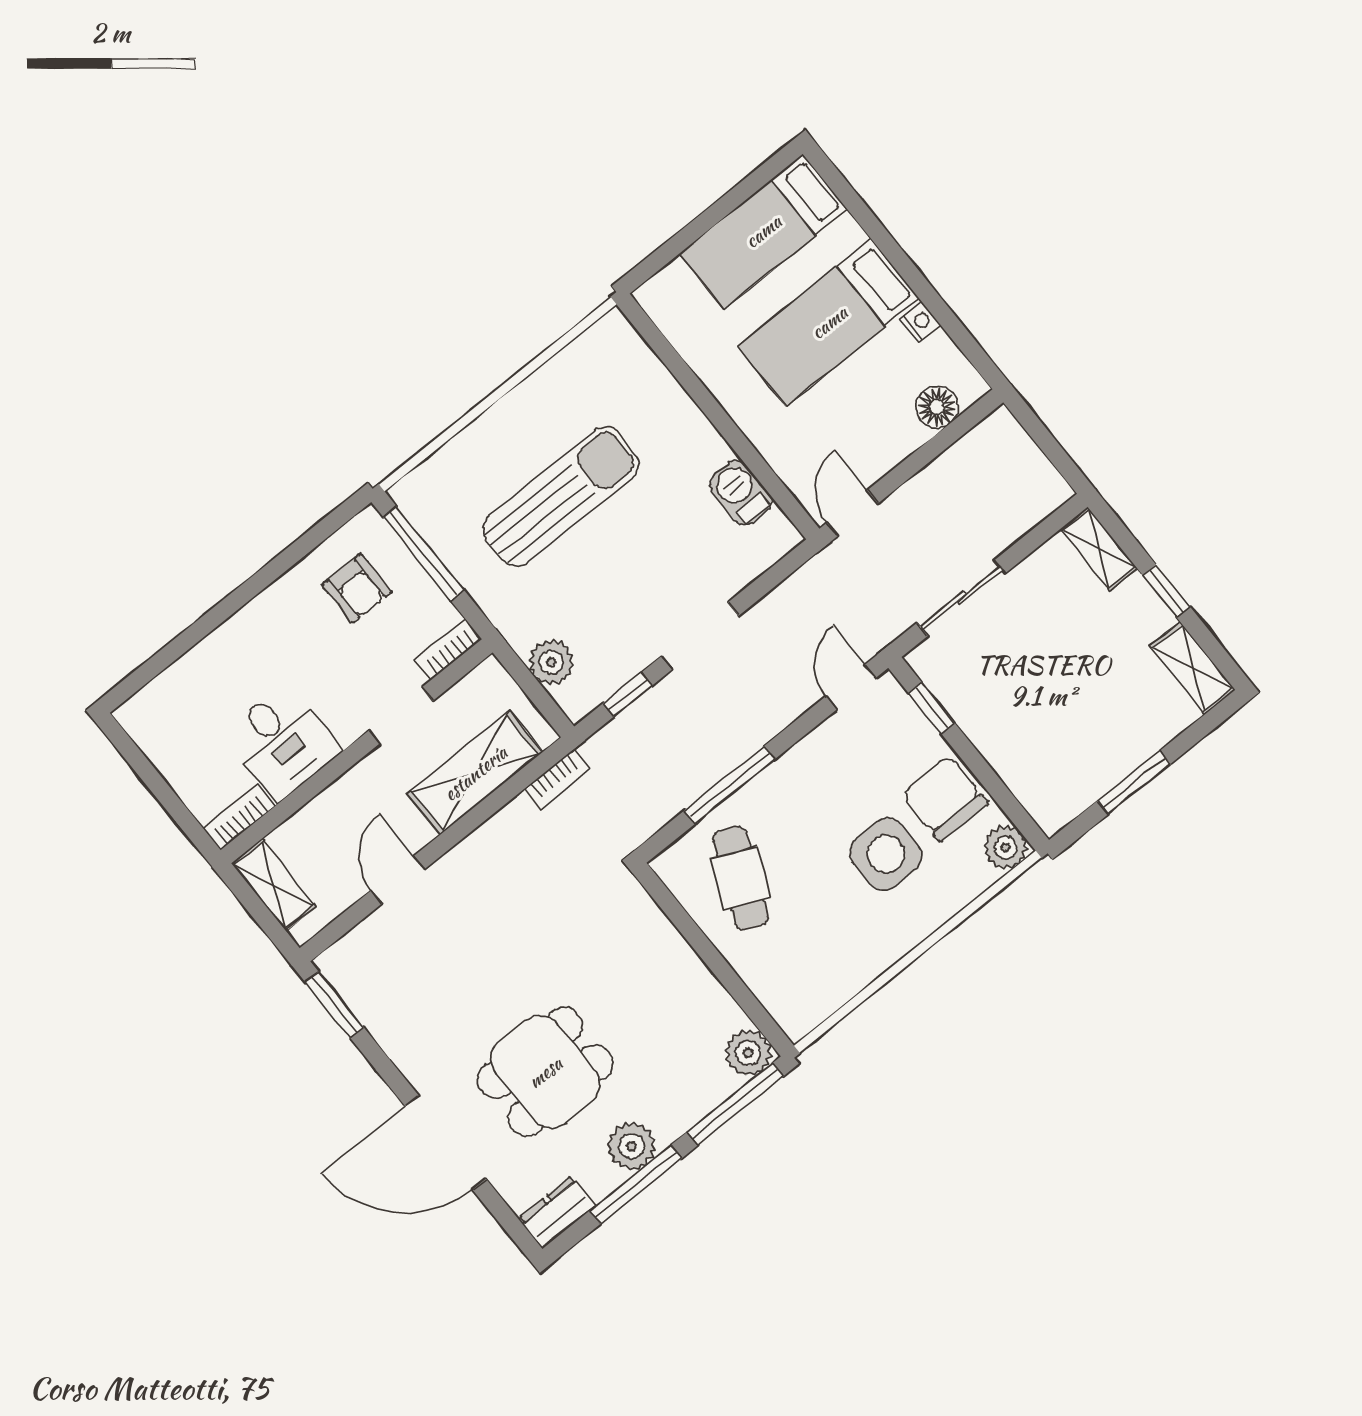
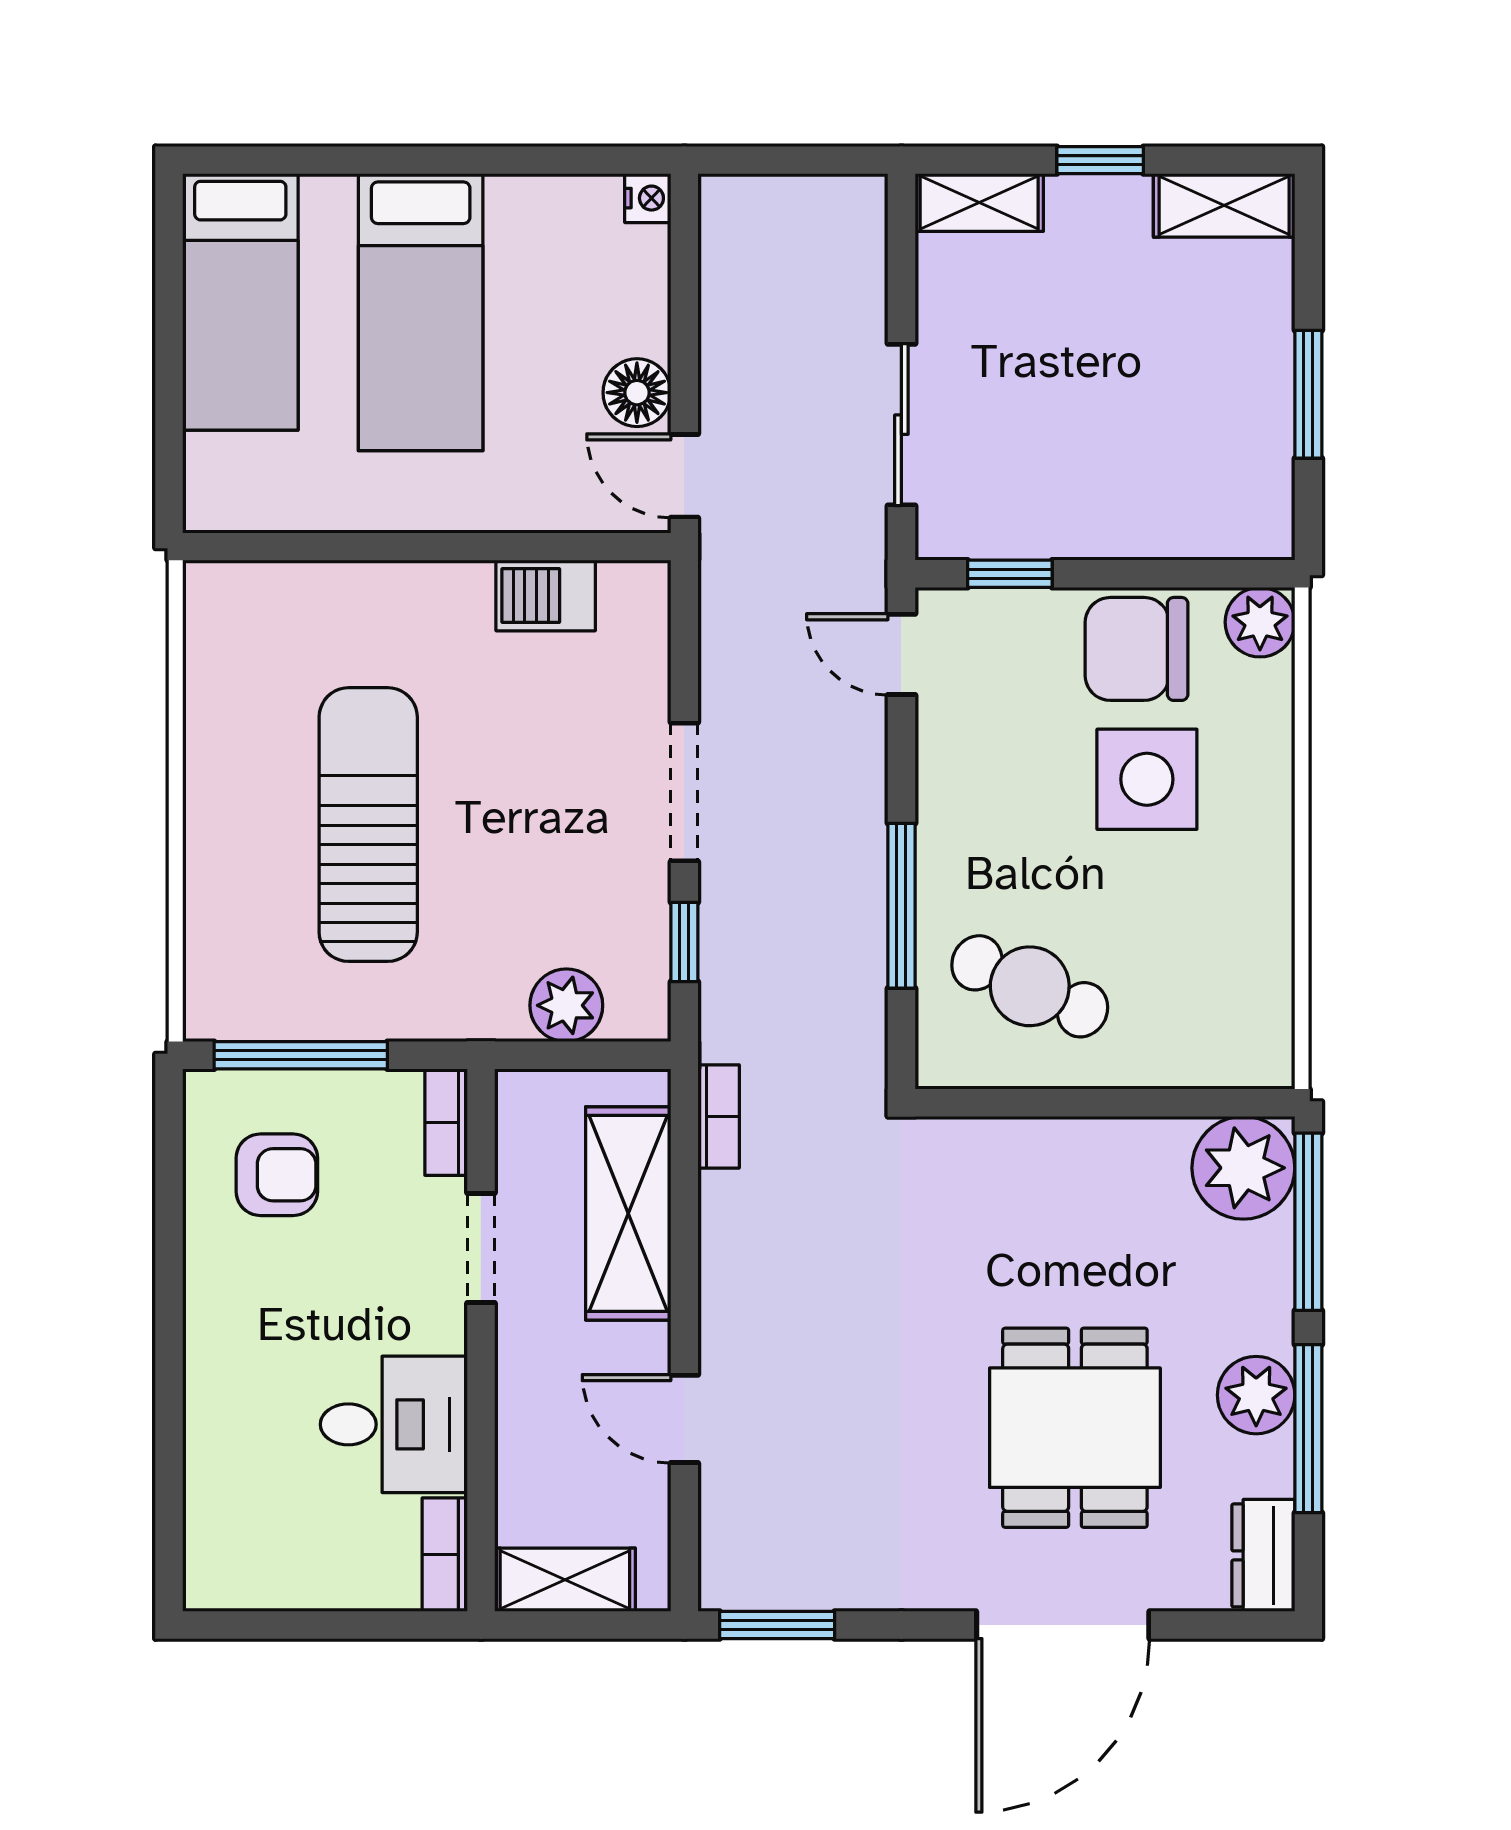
nightstand: (920, 322) -> (648, 198), moved, turned 90
floor lamp: (937, 407) -> (637, 393), moved
plant: (748, 1053) -> (1243, 1168), width x1.36, depth x1.36

